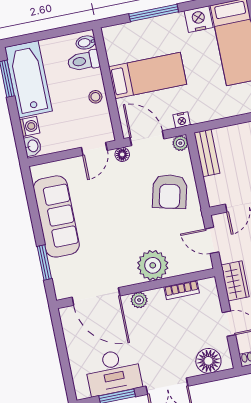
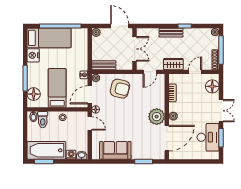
floor lamp: (127, 35) -> (34, 94), added
sofa: (56, 216) -> (115, 150), width x0.73
plant: (153, 265) -> (157, 117), moved

